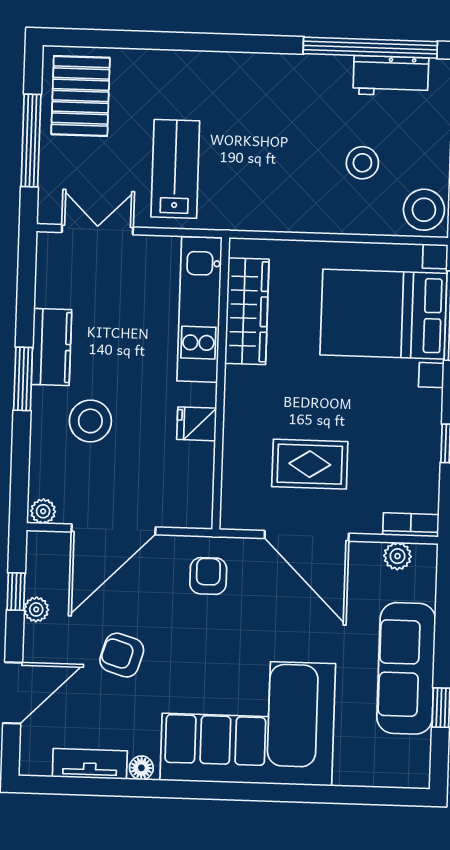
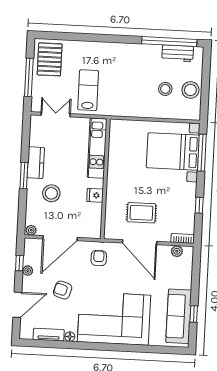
stool: (424, 210) -> (190, 90), moved
wardrobe: (247, 311) -> (117, 149), removed
sofa: (406, 668) -> (179, 316), moved

